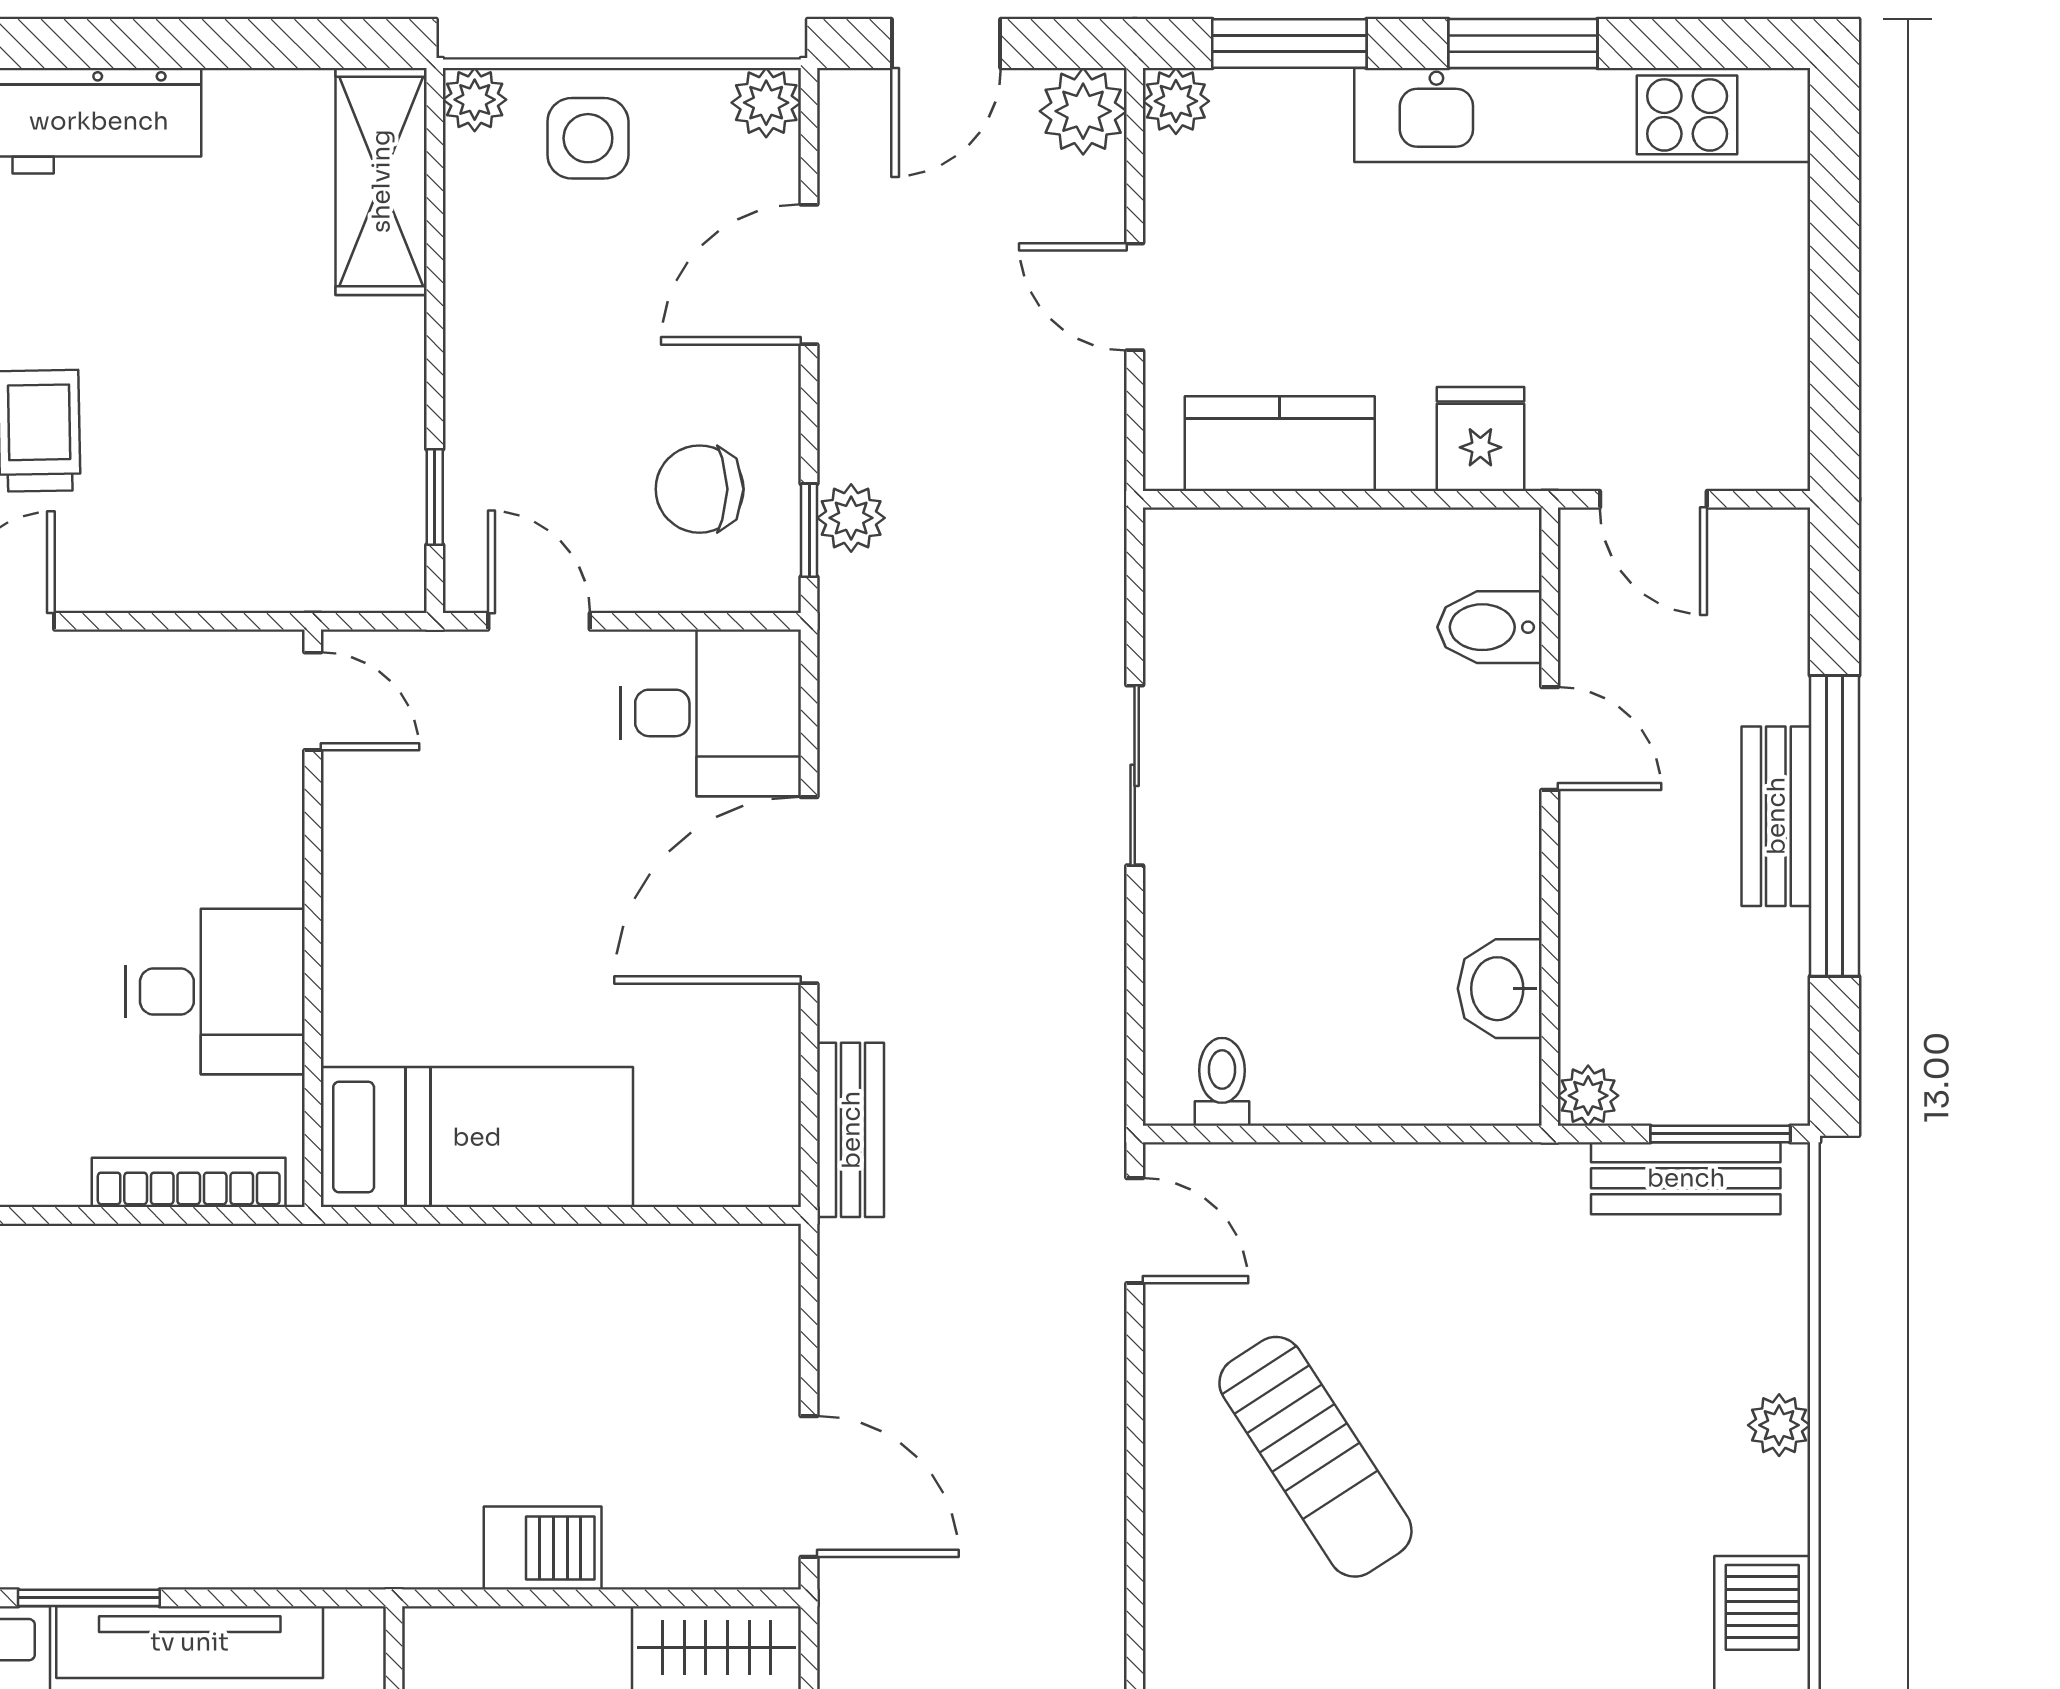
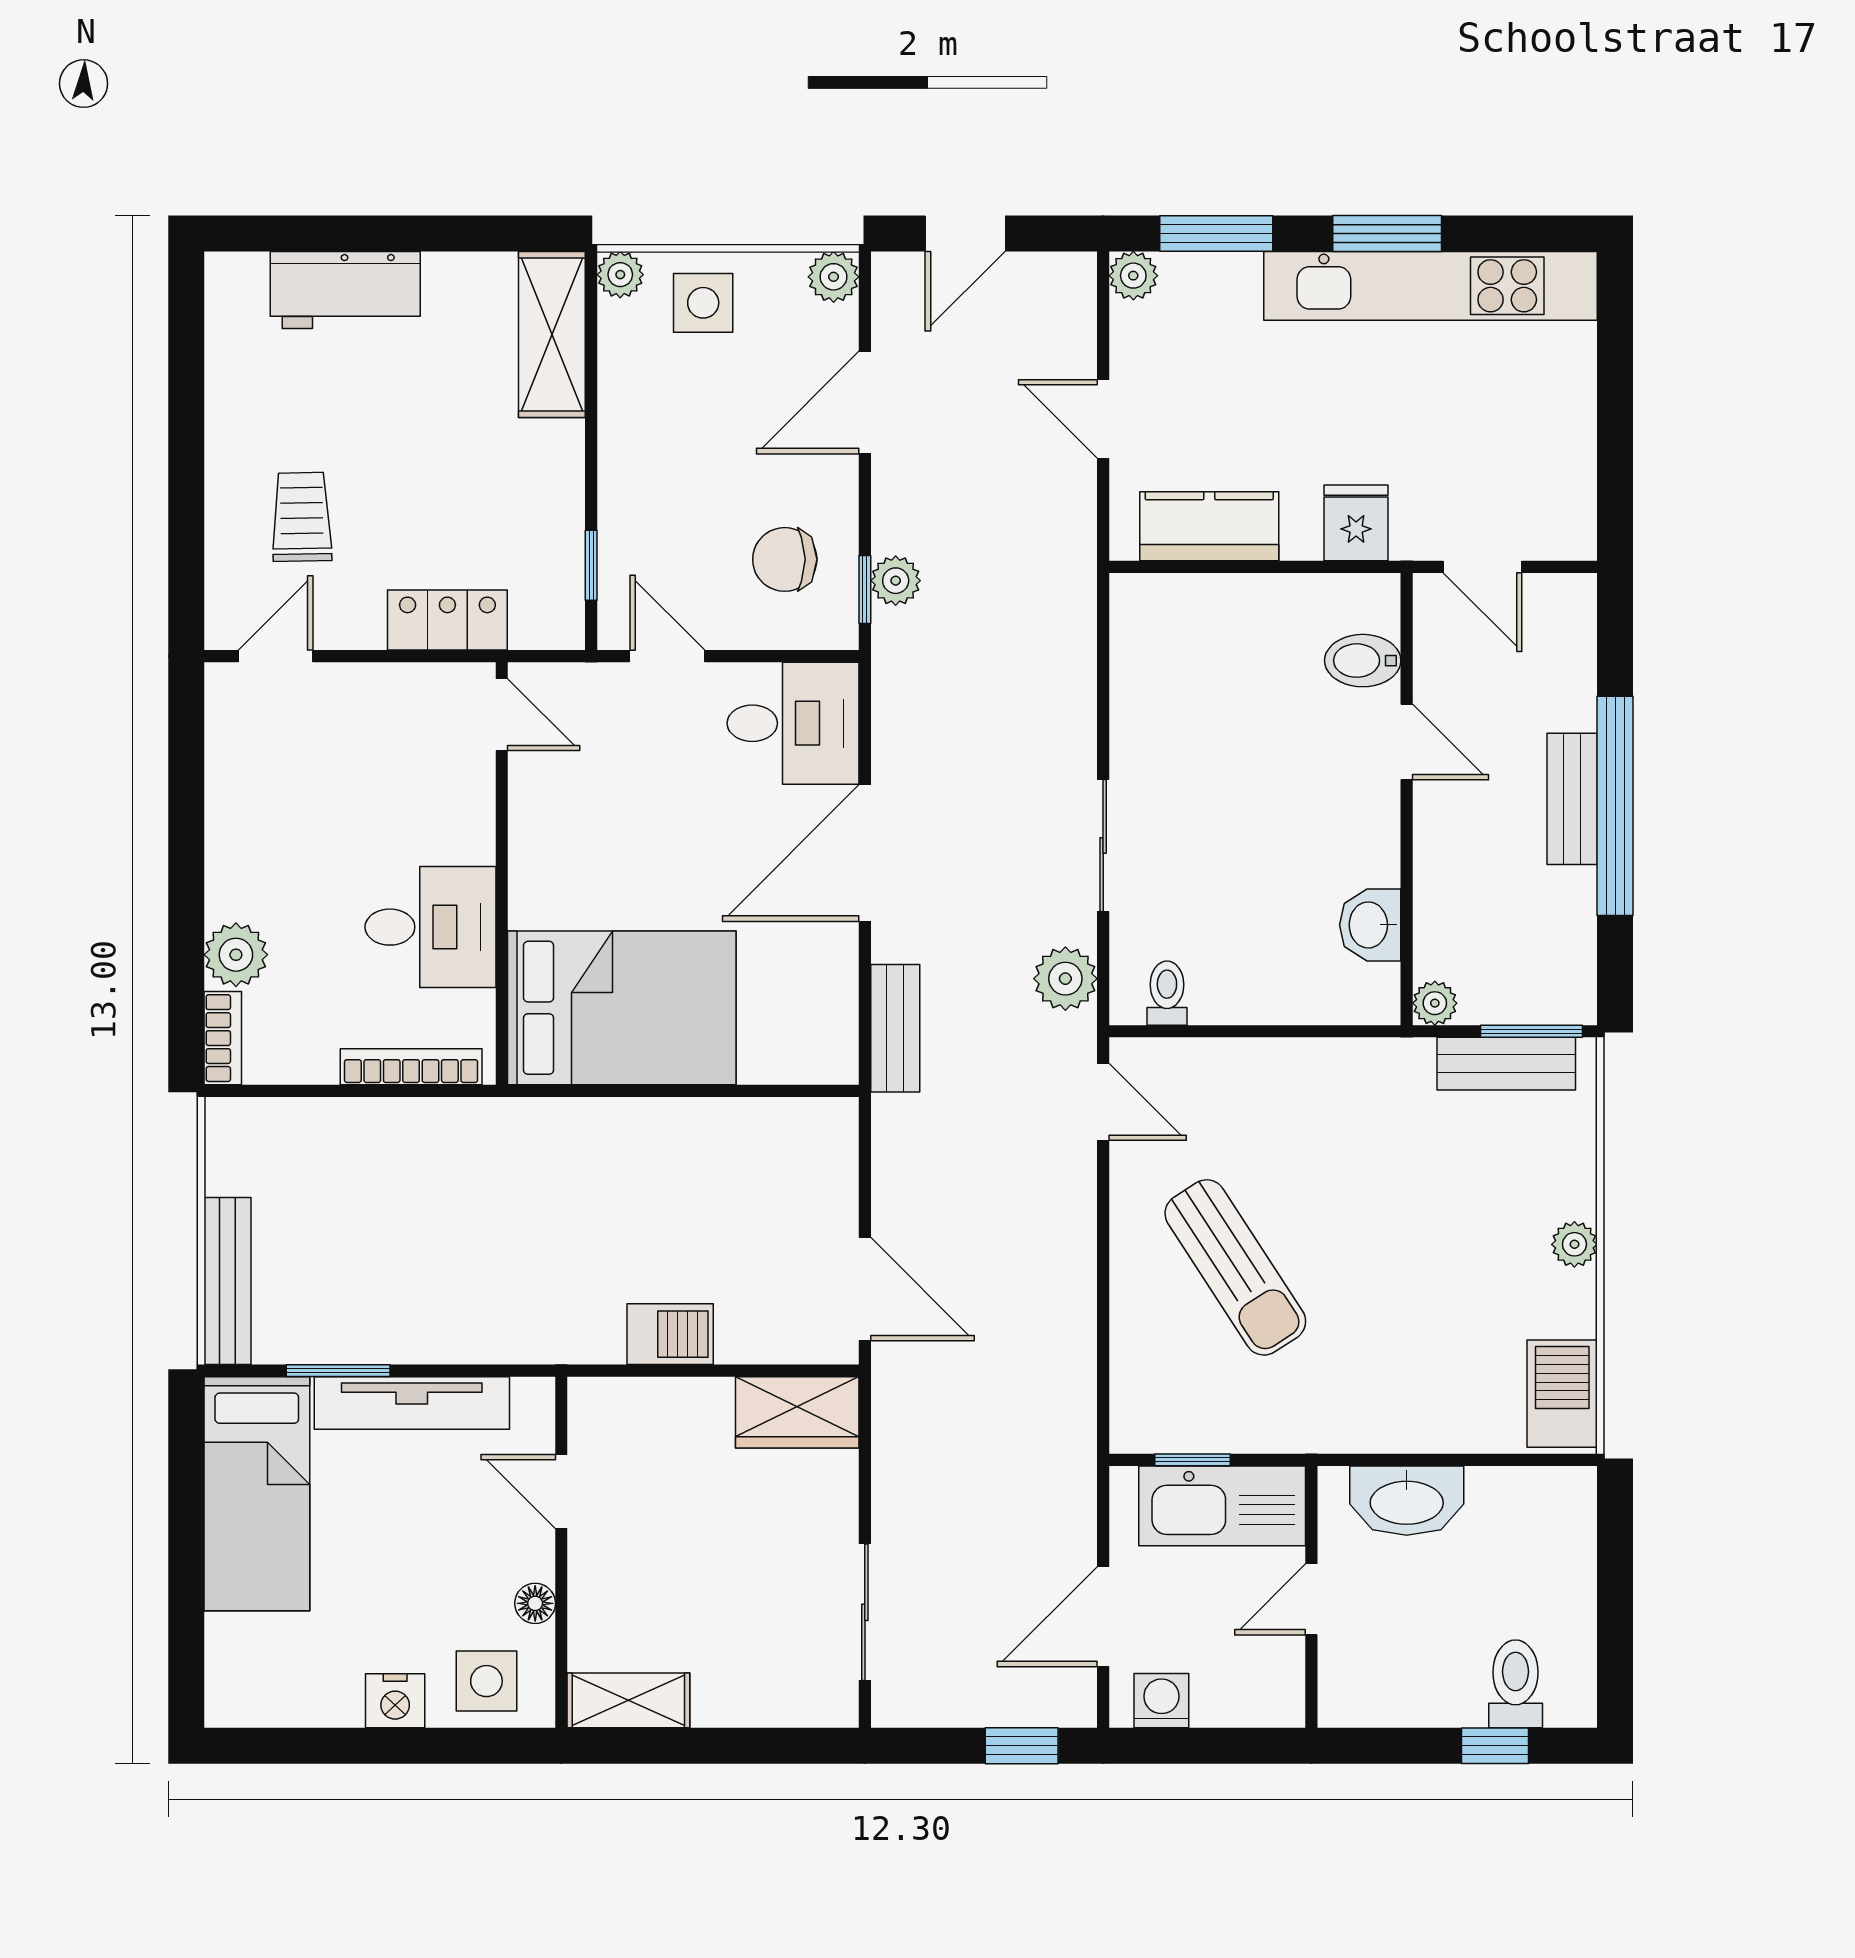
plant: (1083, 111) -> (1065, 979), moved
locker: (238, 572) -> (447, 620), added
sliding door: (1135, 775) -> (1103, 845), moved
bed: (477, 1137) -> (622, 1008), width x1.50

